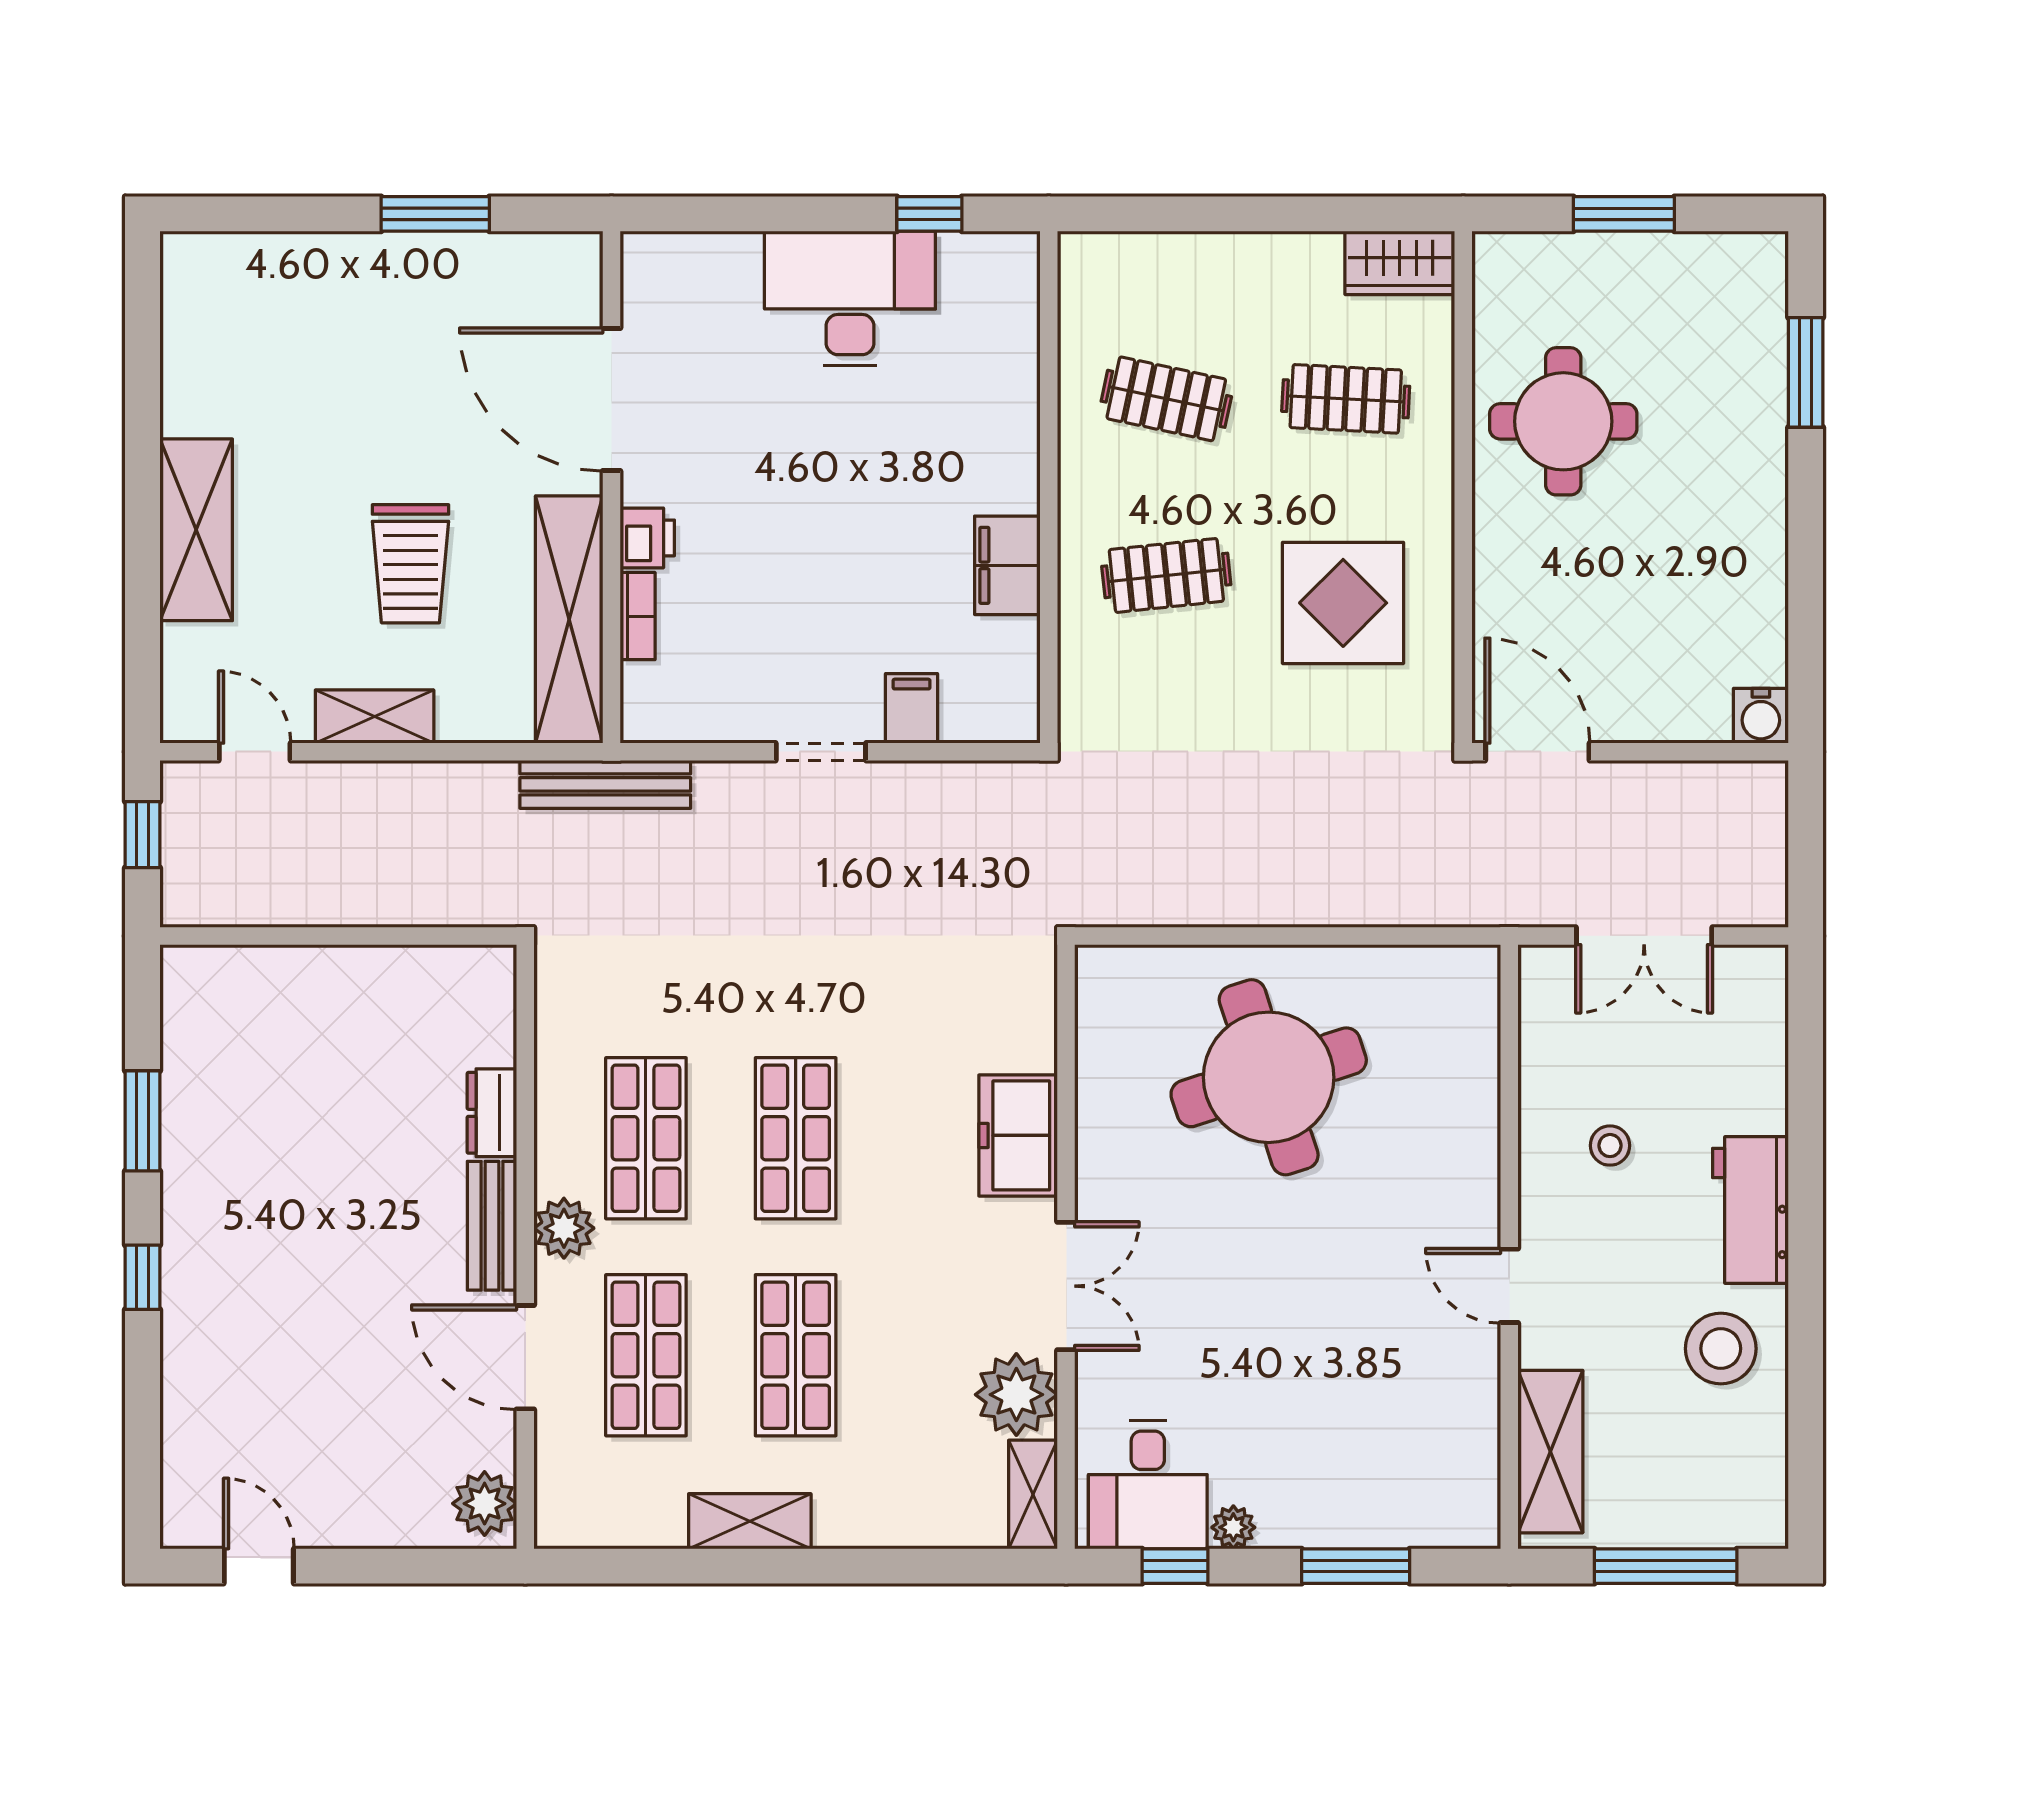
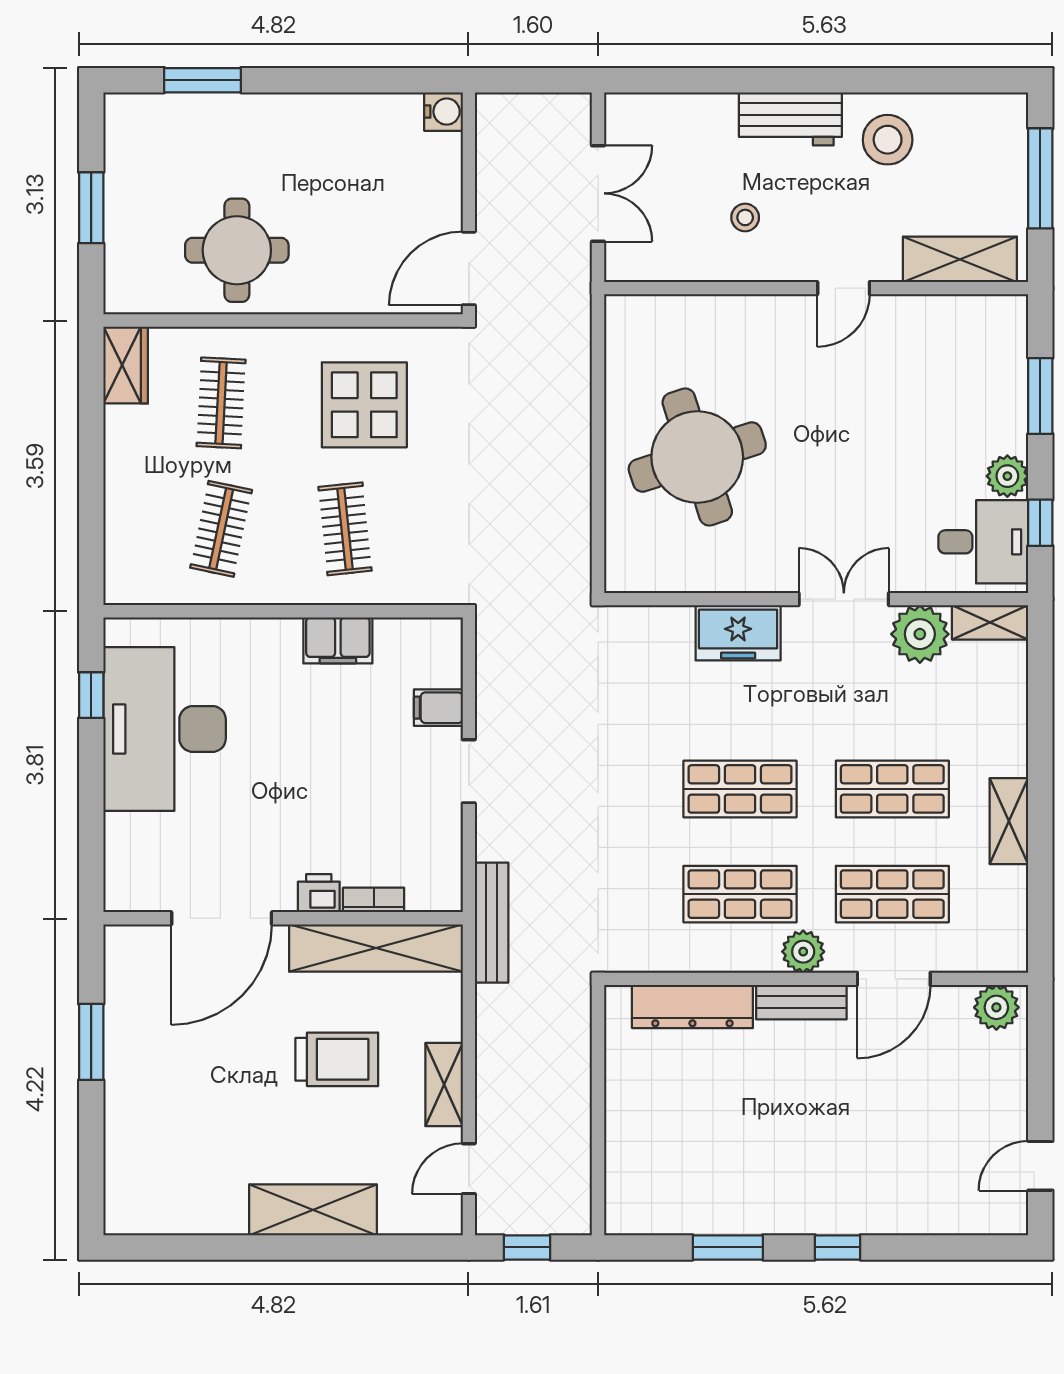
desk: (850, 298) -> (165, 729), width x1.36, depth x1.30
dresser: (492, 1113) -> (692, 1006), width x1.96, depth x1.24
plant: (1233, 1527) -> (1007, 476), width x1.38, depth x1.38

